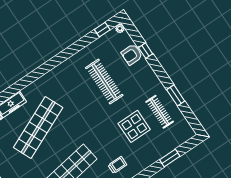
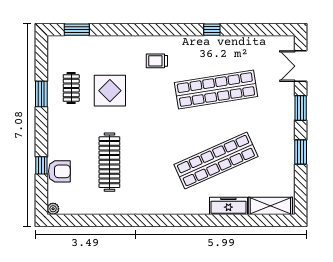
window: (102, 30) -> (73, 220), removed
clothes rail: (160, 112) -> (71, 88), width x0.73
window: (170, 158) -> (77, 30), moved

